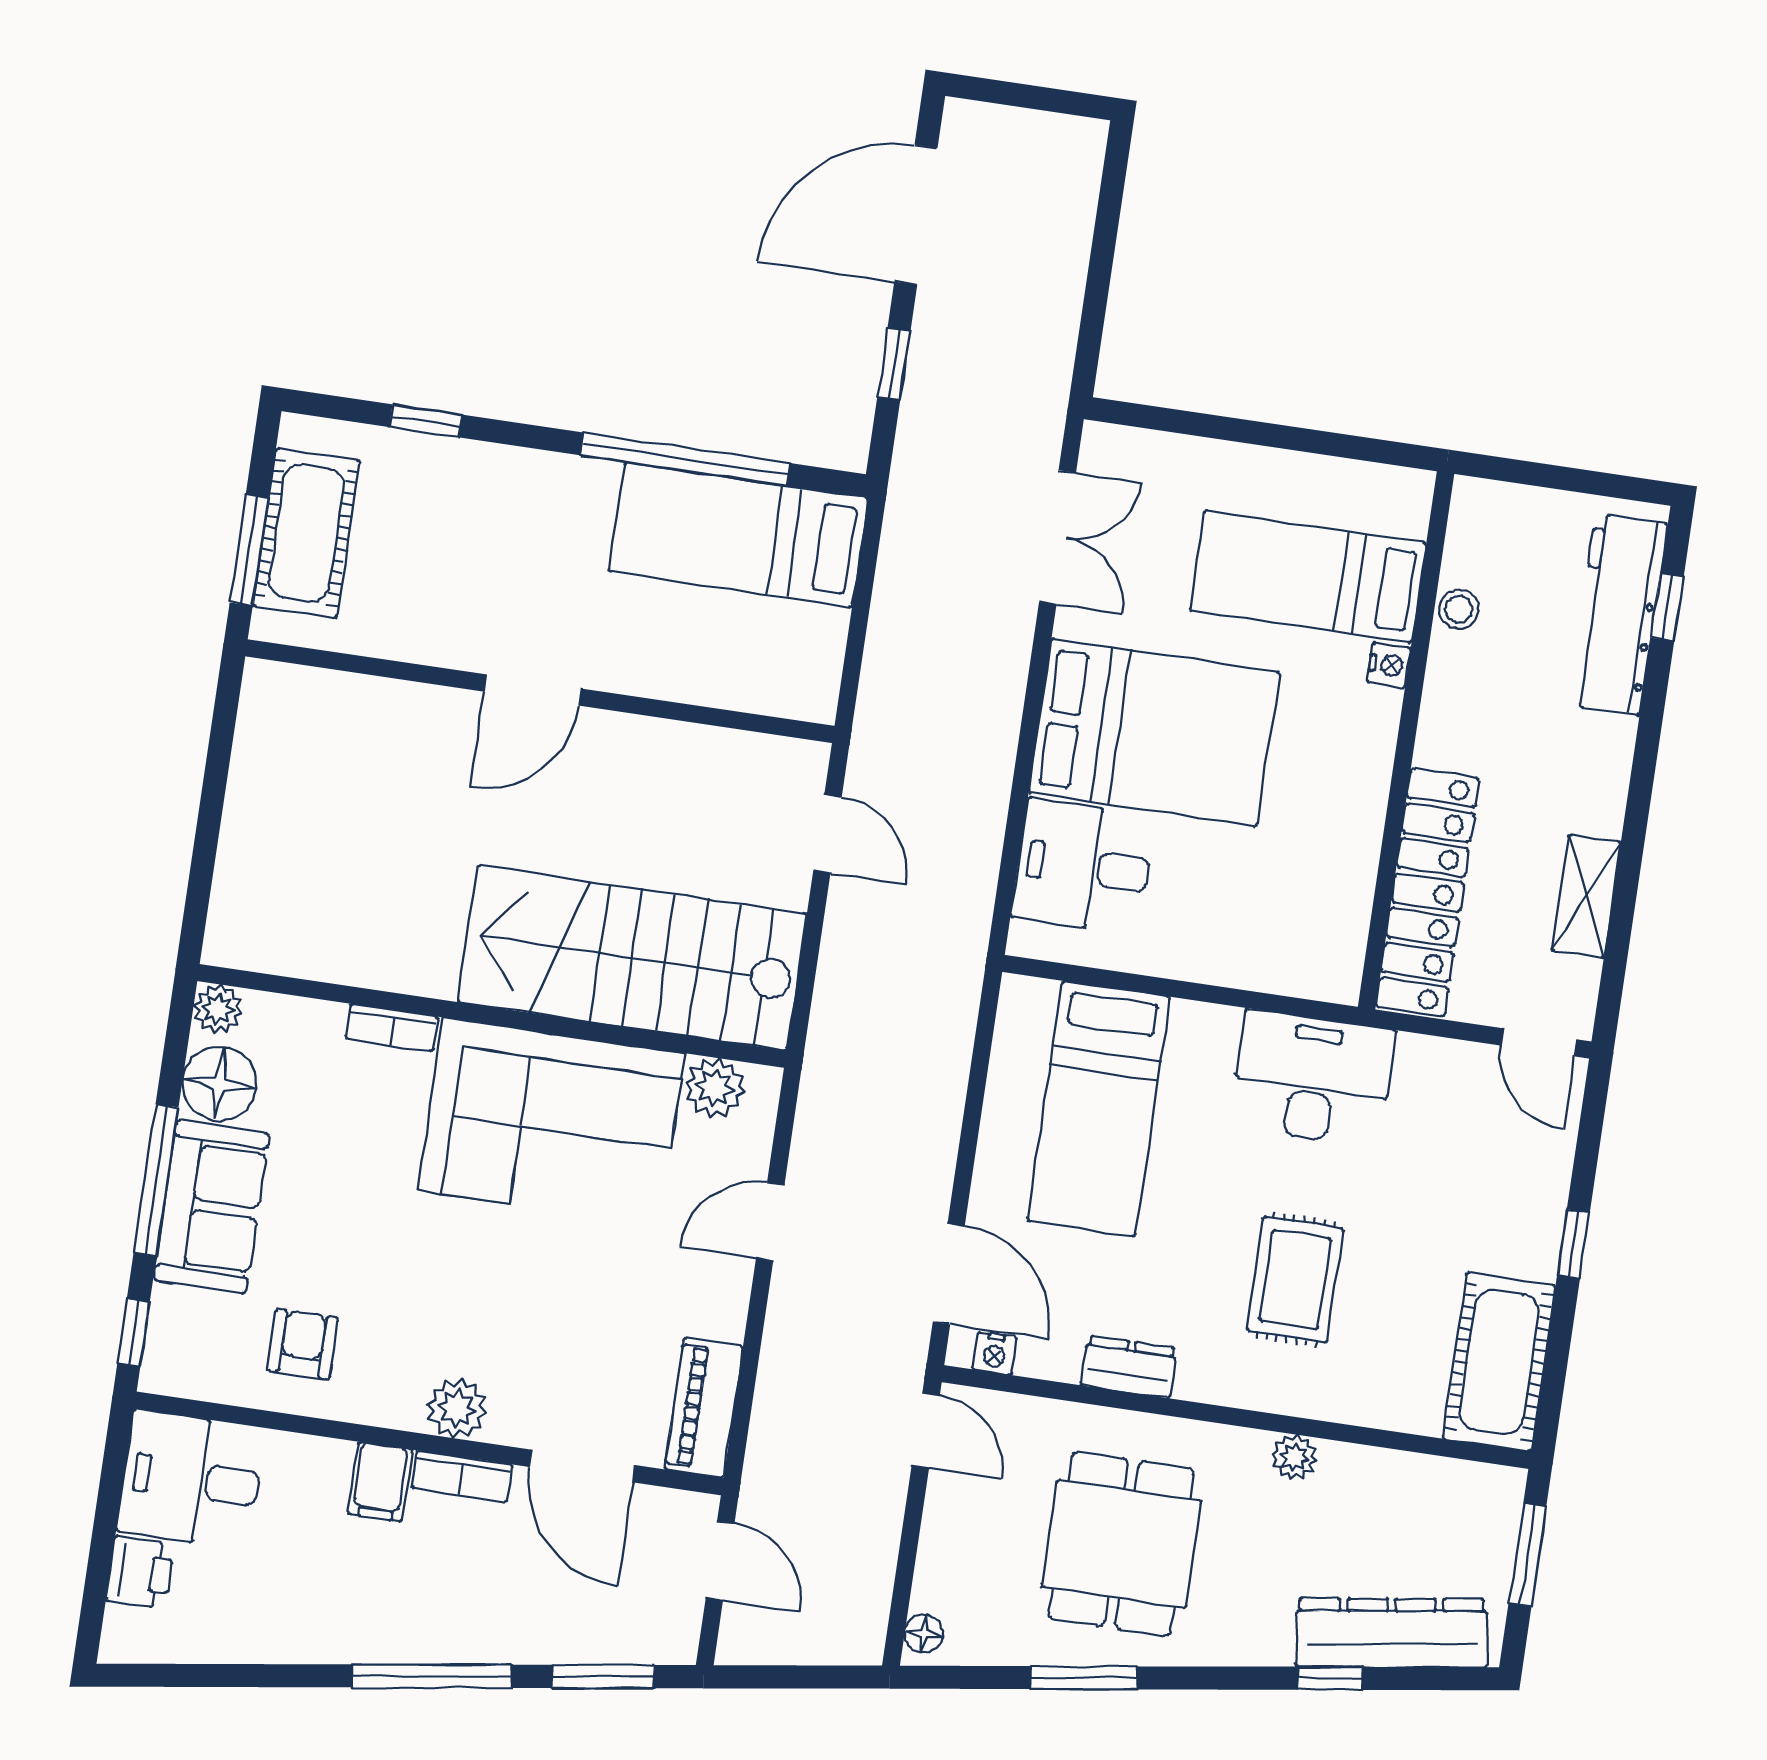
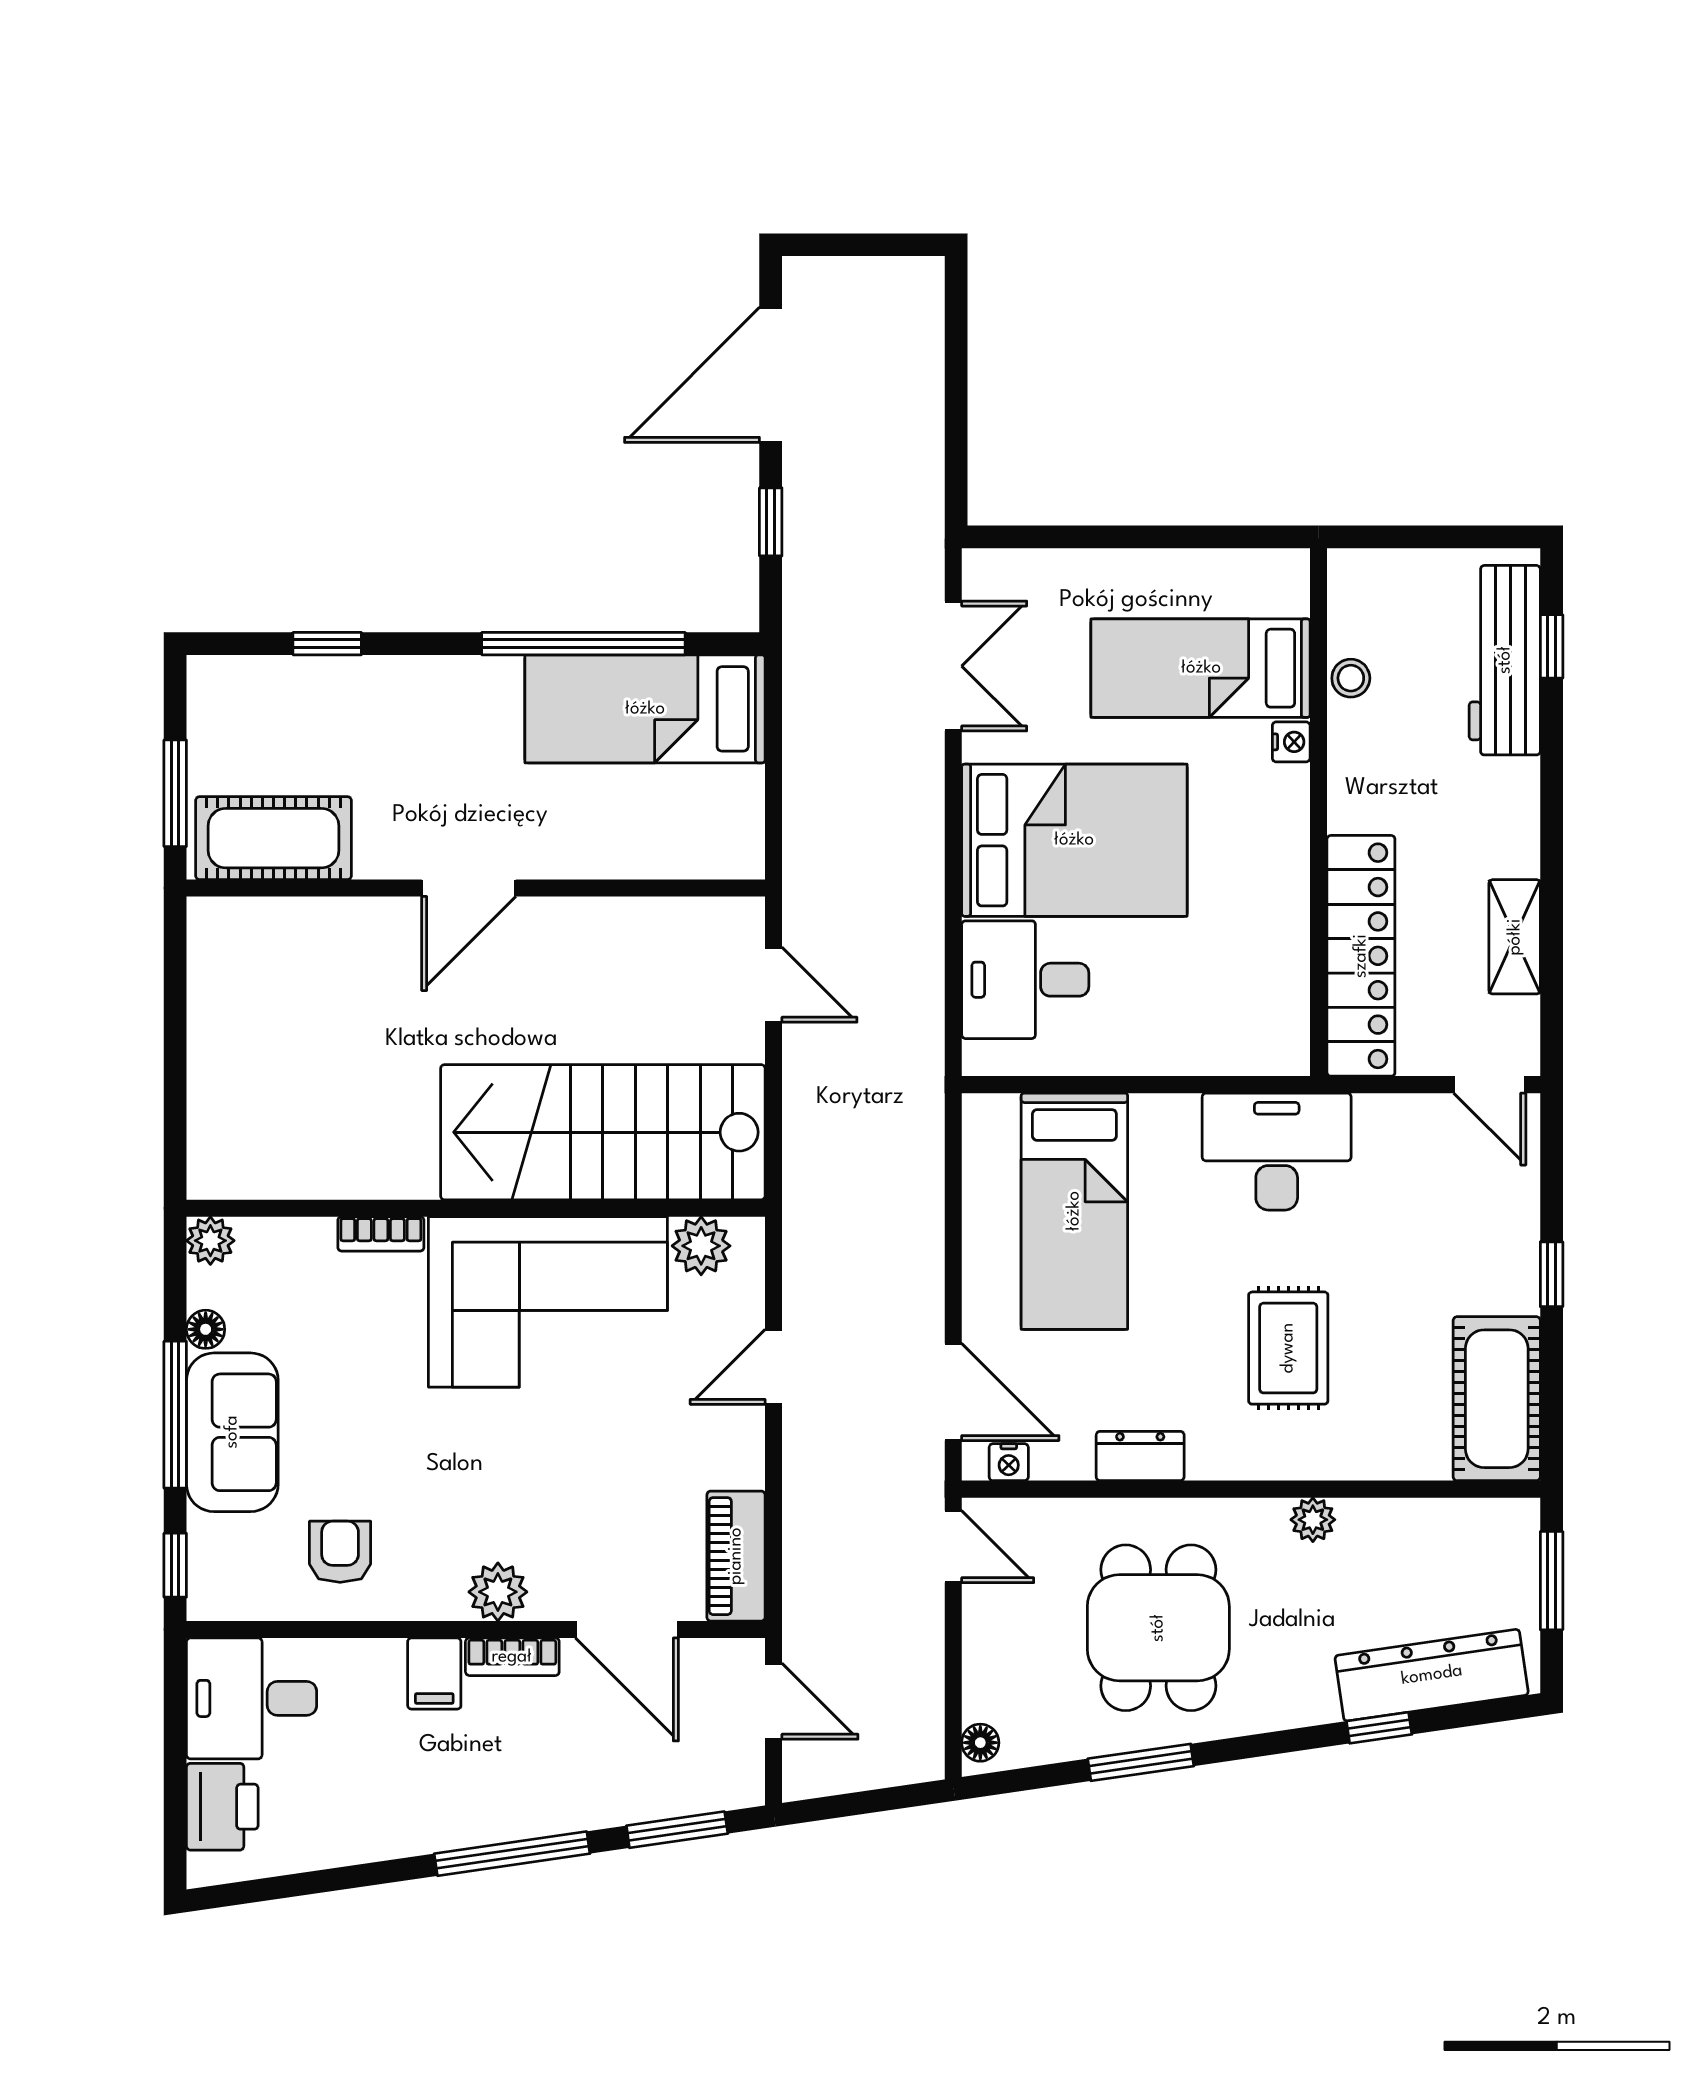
cot: (306, 533) -> (274, 838), moved, turned 90
floor lamp: (219, 1084) -> (206, 1329), width x0.53, depth x0.53
printer: (140, 1572) -> (222, 1807), width x1.36, depth x1.24

